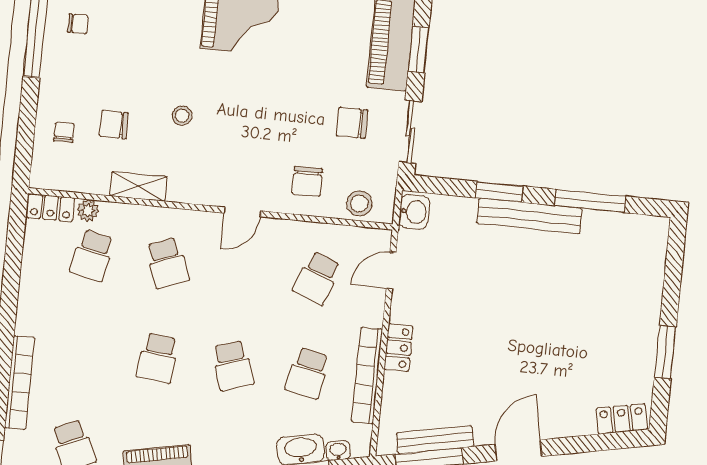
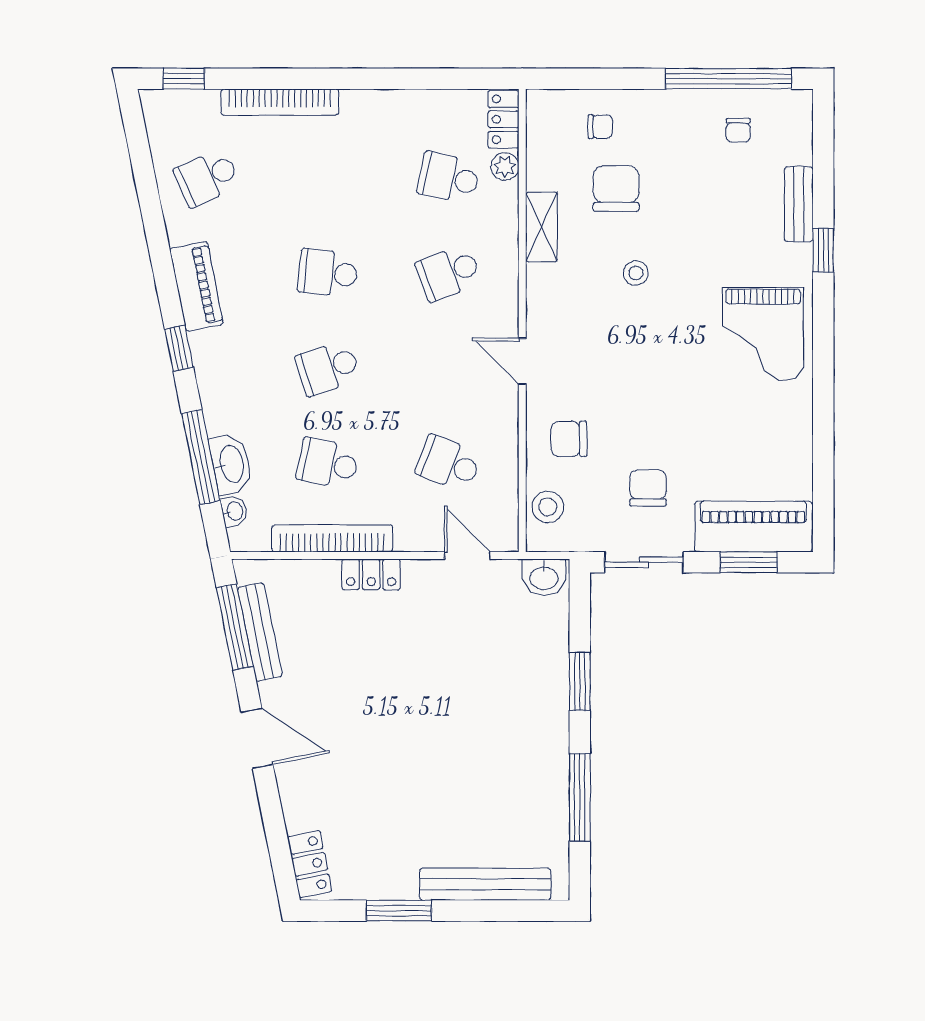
chair: (114, 125) -> (616, 188), width x1.37, depth x1.37
bench: (529, 216) -> (485, 884), moved, turned 90

